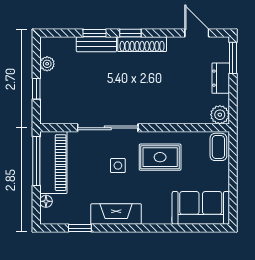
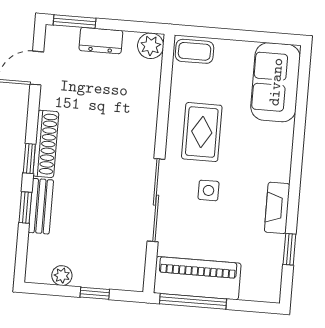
floor lamp: (46, 201) -> (249, 293), removed
fireplace: (116, 214) -> (277, 208), width x0.73, depth x0.76

